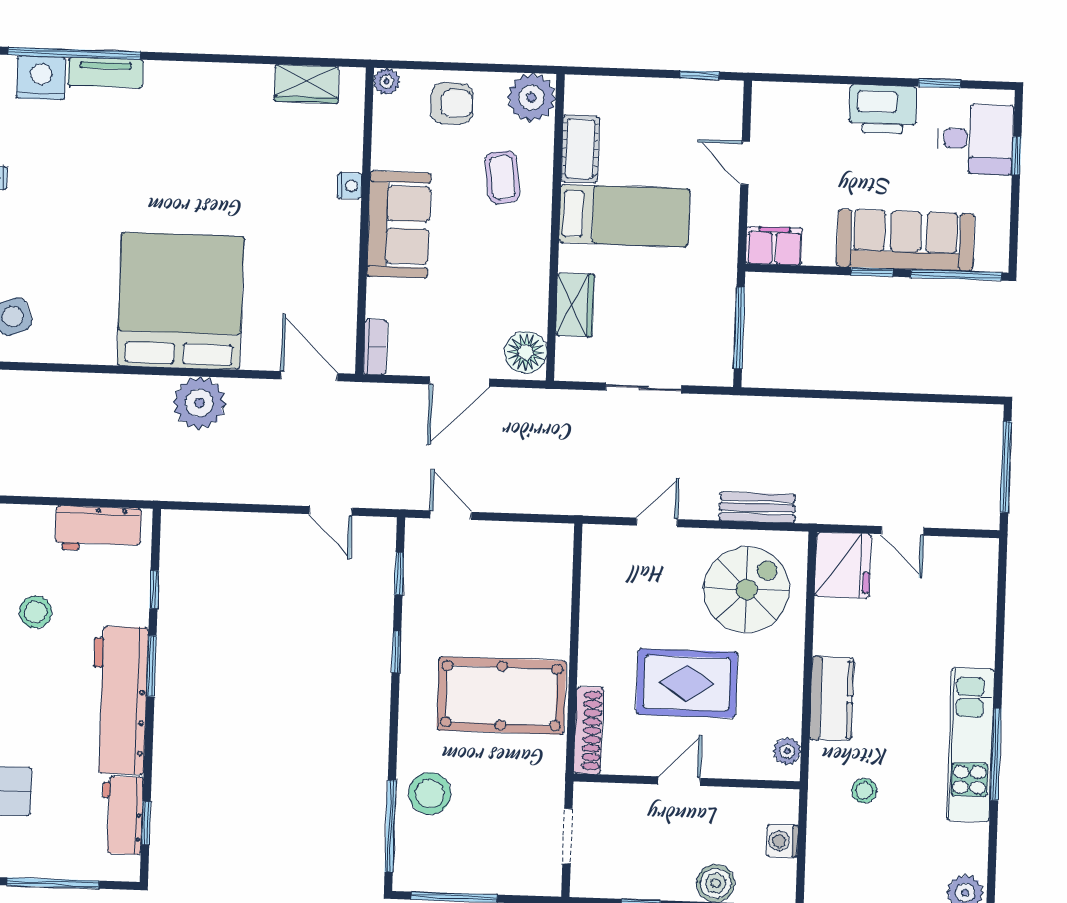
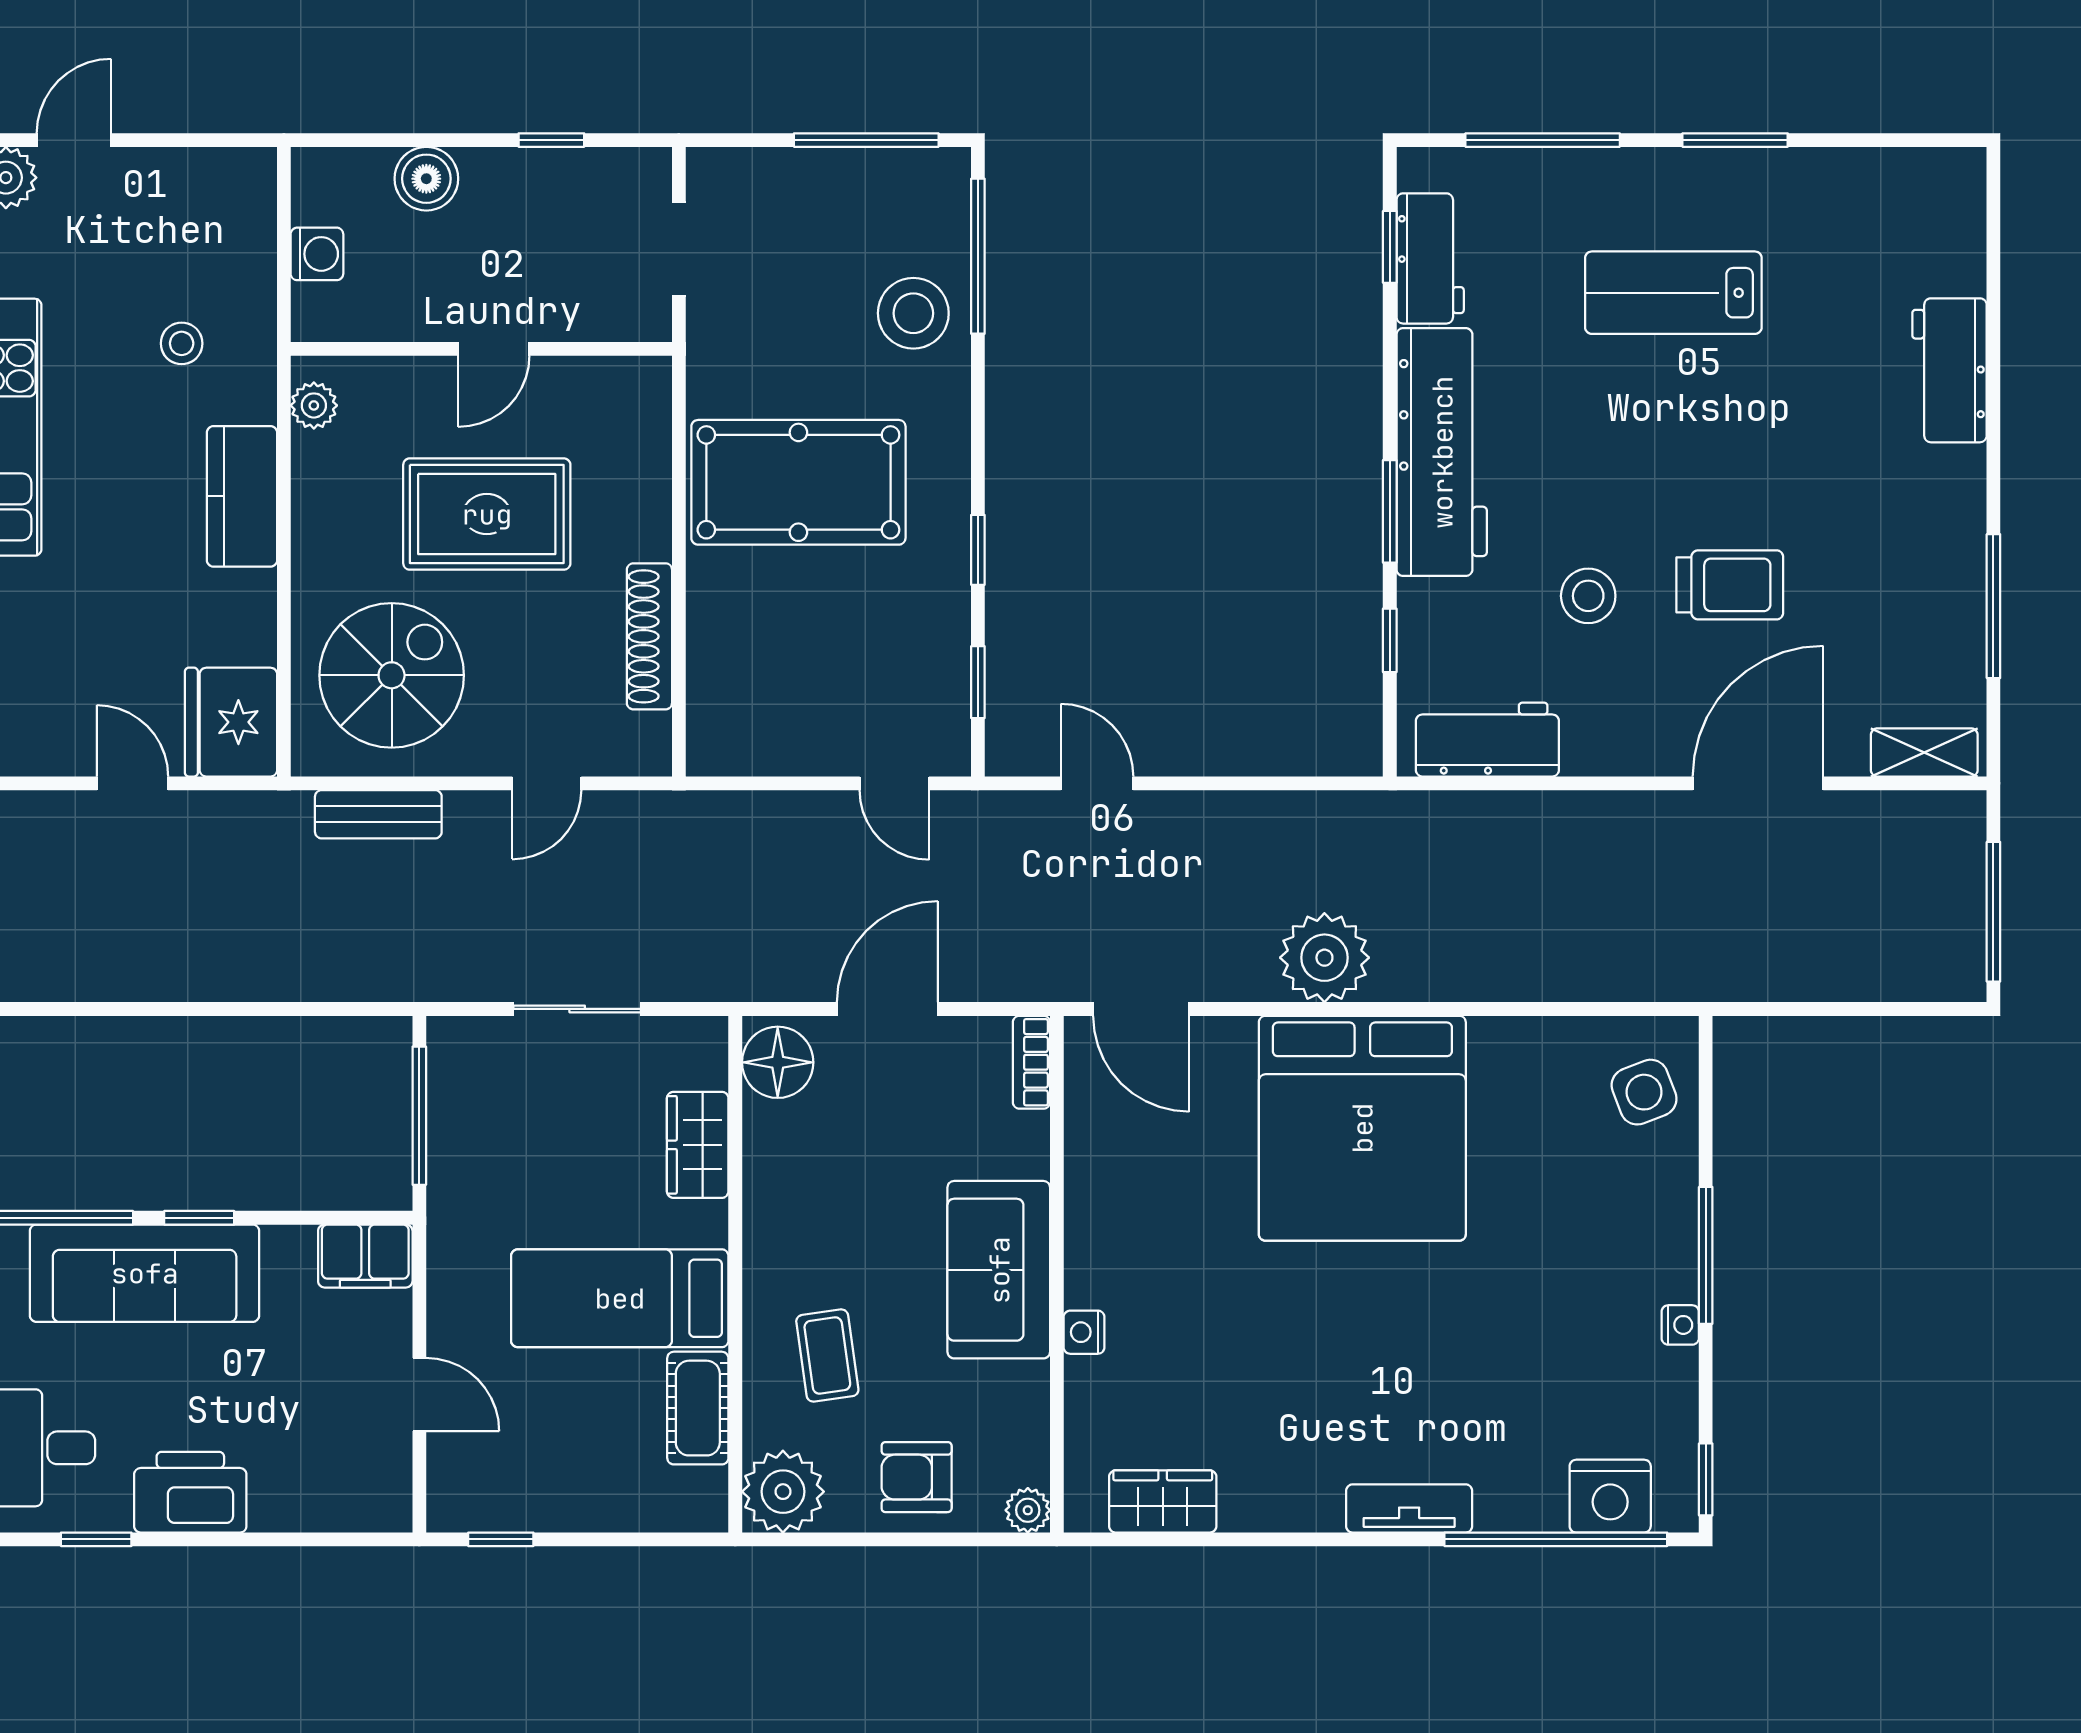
tv unit: (106, 73) -> (1409, 1508), moved
spiral stairs: (747, 590) -> (392, 675), turned 180
shoe rack: (589, 730) -> (649, 636), moved

